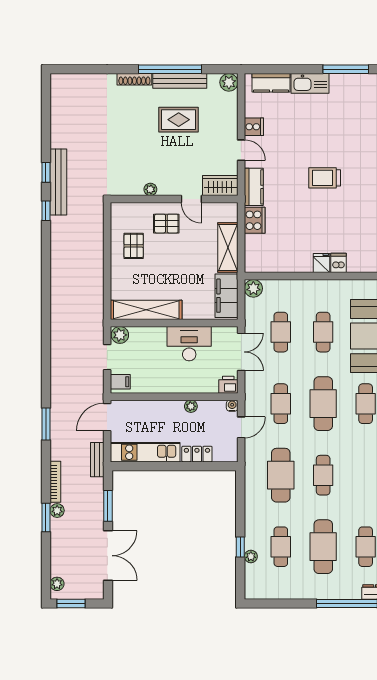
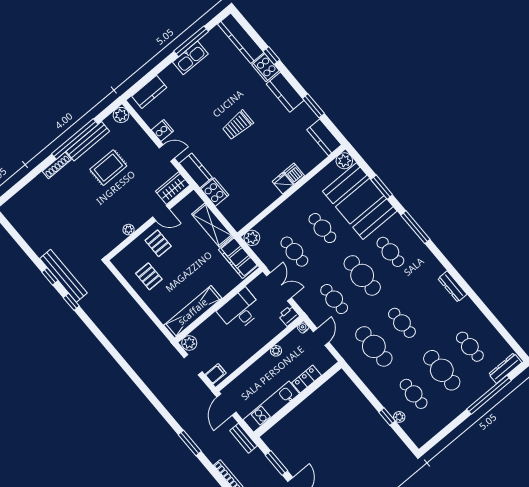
kitchen sink: (310, 83) -> (190, 58), moved
pallet: (166, 224) -> (158, 243), turned 90

